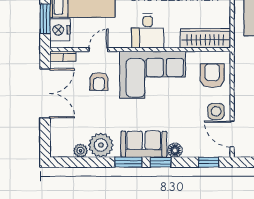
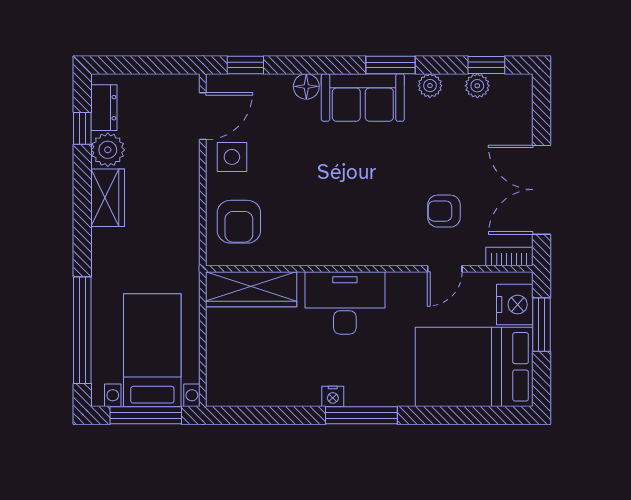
desk: (148, 31) -> (345, 303), width x1.37
corner sofa: (153, 75) -> (347, 223), removed
armchair: (99, 81) -> (444, 211), turned -90
door: (232, 134) -> (203, 116), hinge flipped
plant: (101, 145) -> (430, 86), width x0.53, depth x0.53
window: (160, 162) -> (486, 65), moved

